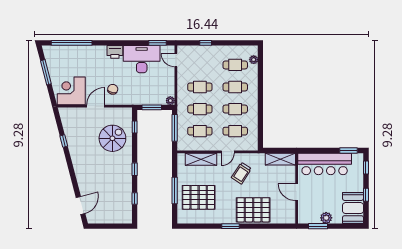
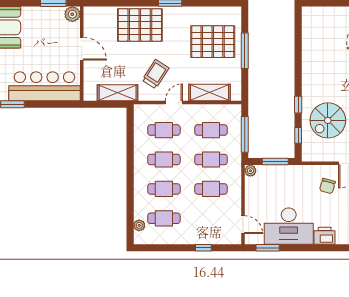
shelving: (280, 159) -> (118, 93), moved
window: (135, 169) -> (298, 105), moved
window: (135, 198) -> (298, 40), removed
plant: (326, 218) -> (72, 14), moved

